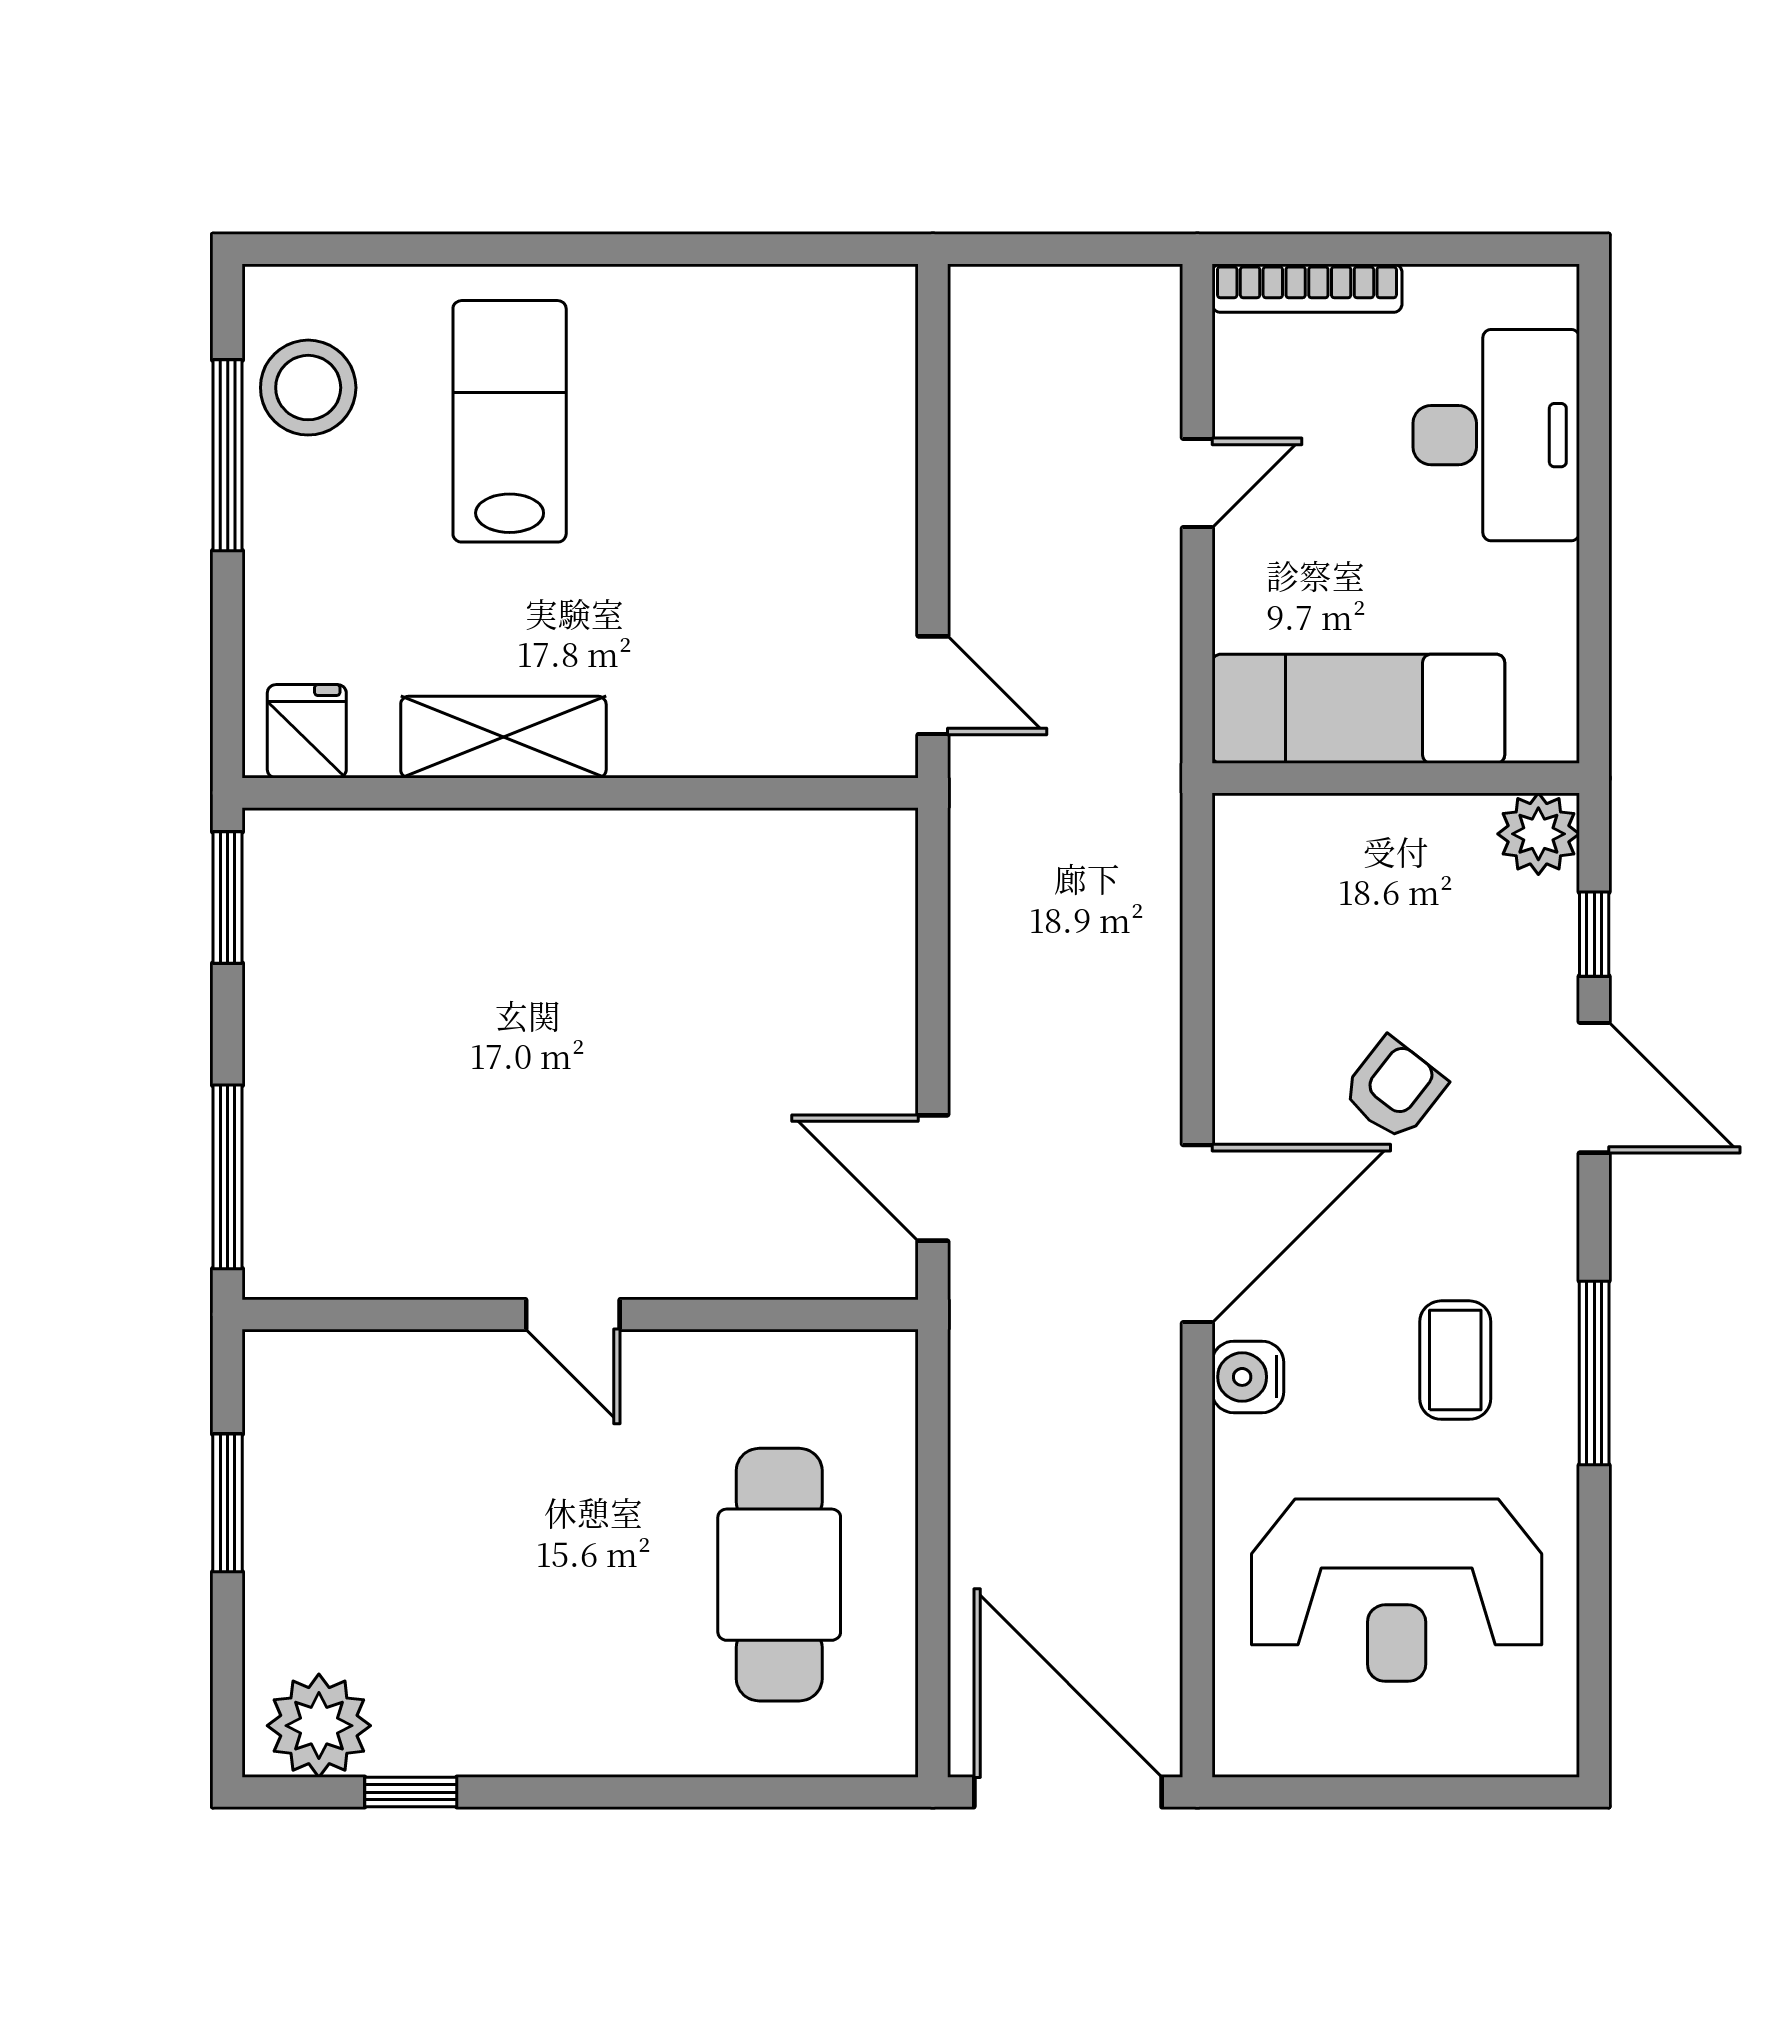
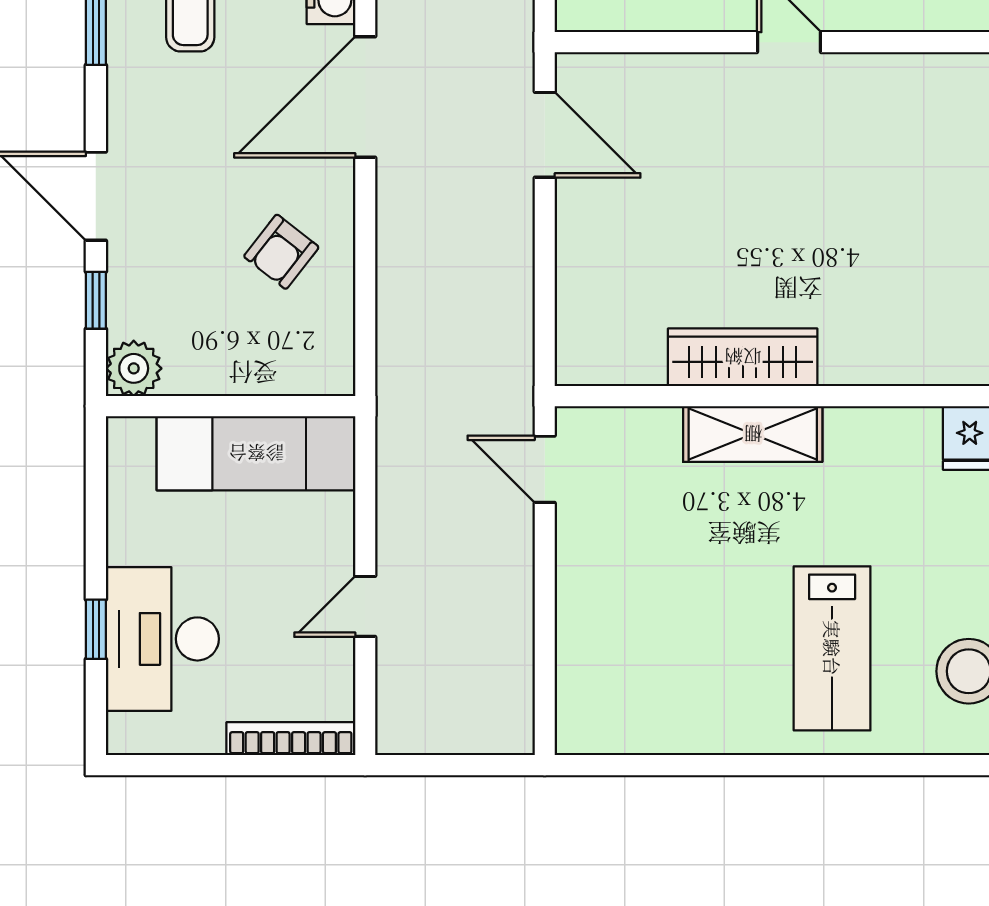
window: (1594, 449) -> (96, 629), added
shelving: (503, 737) -> (753, 434), moved
wardrobe: (641, 850) -> (743, 357), added
armchair: (1394, 1089) -> (281, 252), moved

